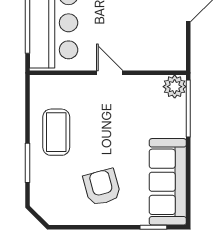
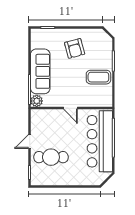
coffee table: (56, 132) -> (98, 77), turned 90
sofa: (168, 182) -> (40, 71), moved

